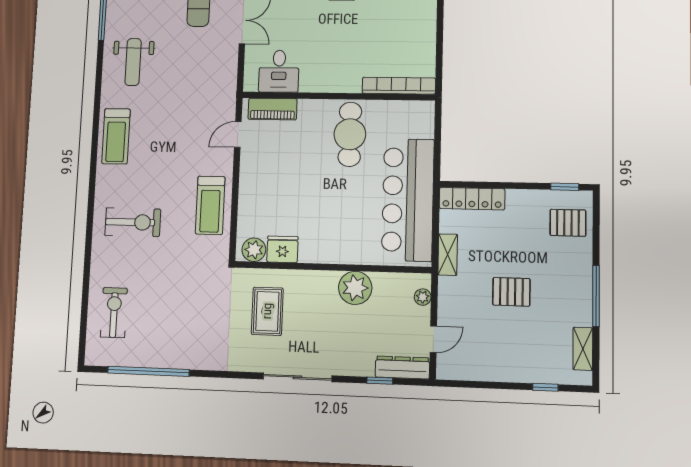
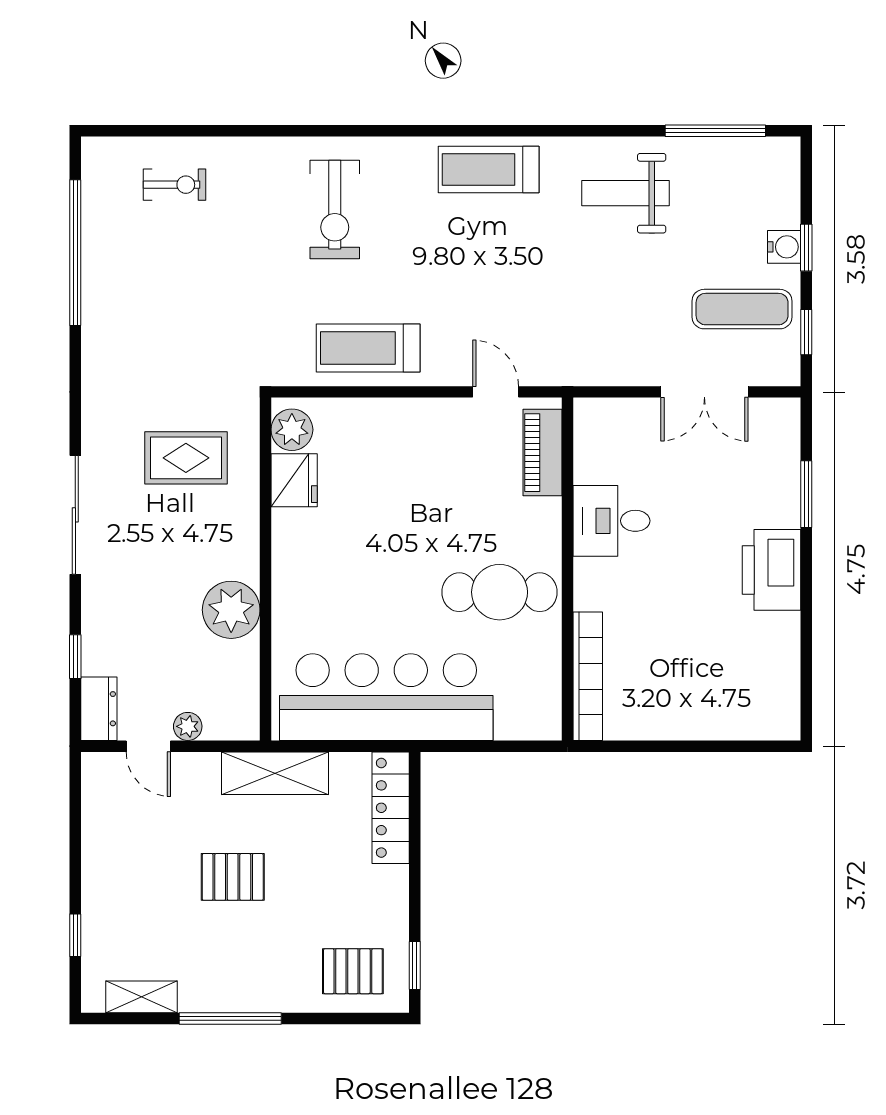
desk: (279, 71) -> (611, 521), moved
pallet: (568, 223) -> (353, 971), turned 90
shelving: (448, 255) -> (275, 773), width x1.50, depth x1.33
pallet: (511, 292) -> (233, 877), turned 90
plant: (423, 297) -> (188, 726), moved
exercise bike: (114, 313) -> (175, 185), width x0.73, depth x0.72
dresser: (402, 367) -> (99, 709), width x0.70

